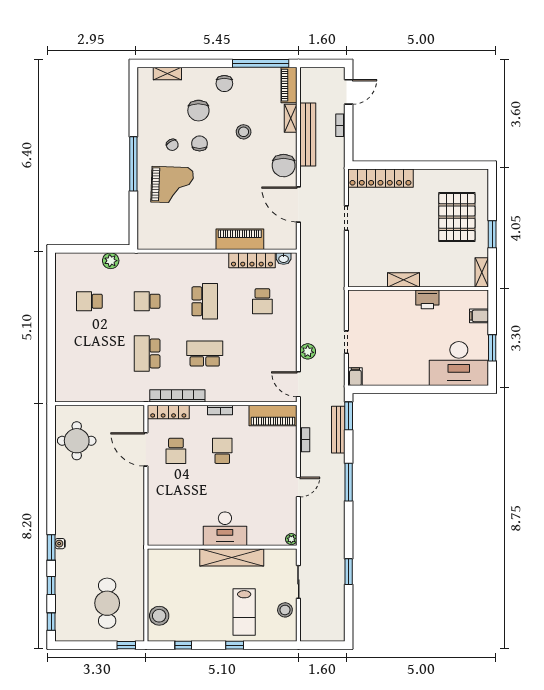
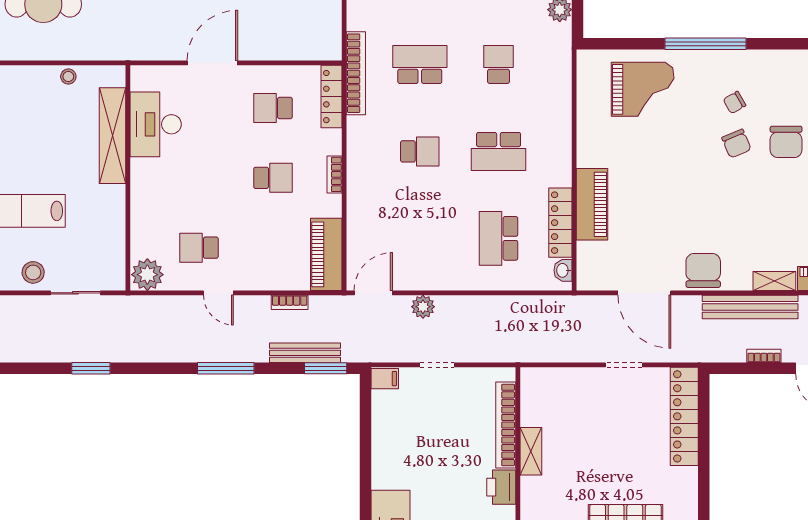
chair: (198, 111) -> (786, 142), turned -90
stool: (244, 132) -> (754, 210), removed
chair: (200, 143) -> (736, 144), turned 67
chair: (284, 166) -> (703, 270), turned 89
grand piano: (172, 185) -> (643, 89), moved, turned -92
door: (298, 205) -> (644, 293), swing flipped
bookcase: (386, 296) -> (506, 425), added
school desk: (262, 301) -> (499, 238), width x1.85
school desk: (205, 353) -> (420, 151), width x0.54
bookcase: (177, 396) -> (356, 73), moved
door: (146, 449) -> (212, 63), moved
school desk: (269, 500) -> (199, 248), added
desk: (225, 529) -> (156, 124), moved
plant: (291, 539) -> (147, 275), width x1.88, depth x1.88
shelving: (232, 557) -> (112, 136), moved
stool: (159, 616) -> (68, 77), moved, width x0.53, depth x0.53

